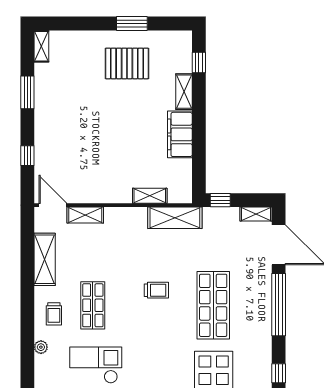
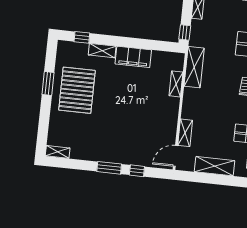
pallet: (127, 63) -> (77, 90), width x1.37, depth x1.41
window: (27, 92) -> (109, 168), moved

